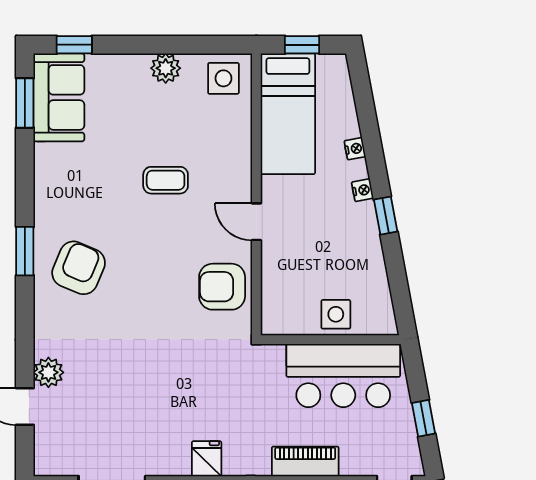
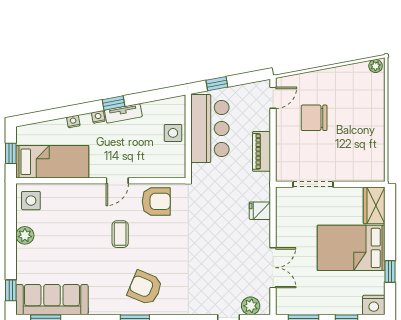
sofa: (59, 97) -> (52, 300), width x1.36
coffee table: (166, 180) -> (120, 234), moved
tv unit: (368, 232) -> (123, 113), added
armchair: (222, 287) -> (156, 201), turned -90
plant: (48, 372) -> (251, 306), moved
window: (424, 418) -> (217, 84), moved

